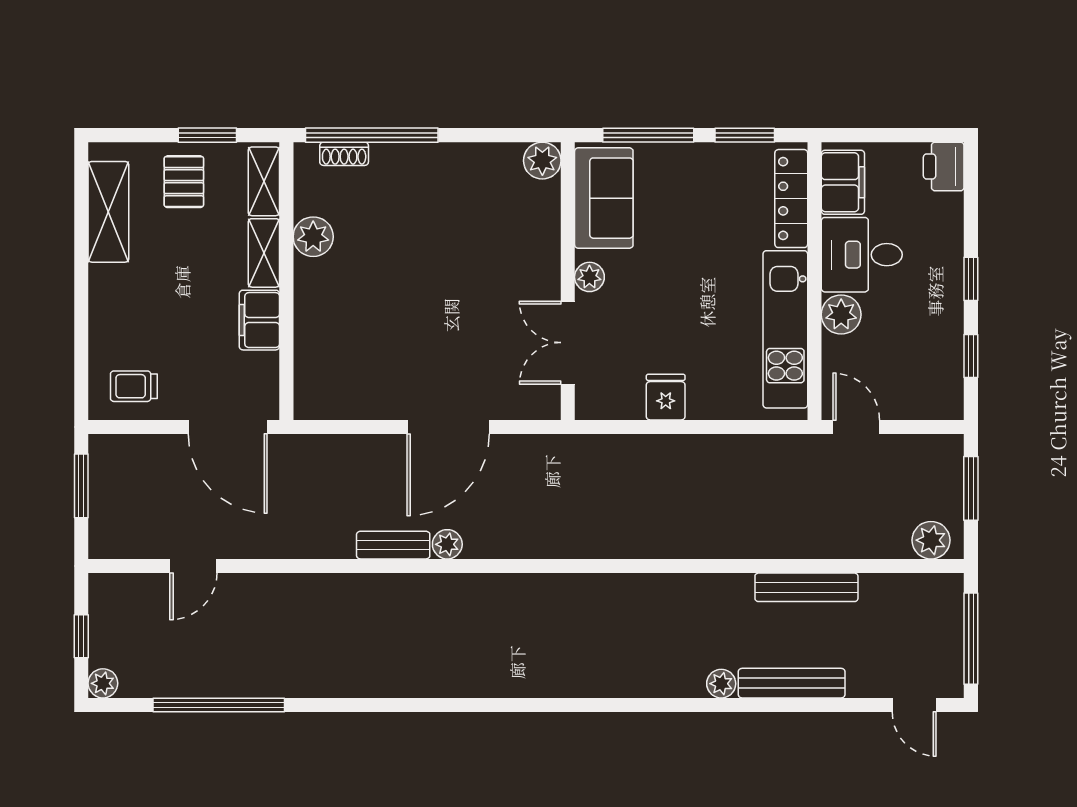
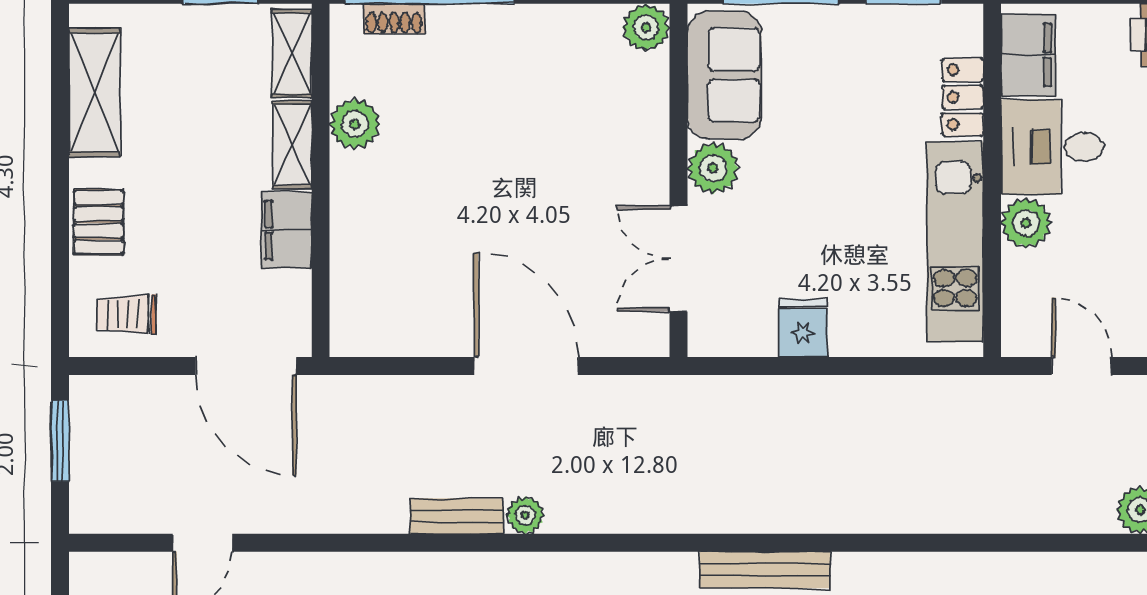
pallet: (184, 182) -> (99, 222), moved
locker: (791, 199) -> (963, 97), width x0.66
plant: (589, 277) -> (713, 168), width x1.38, depth x1.38
door: (448, 427) -> (526, 366), swing flipped
door: (856, 427) -> (1081, 366), moved
bench: (806, 587) -> (765, 570), moved

